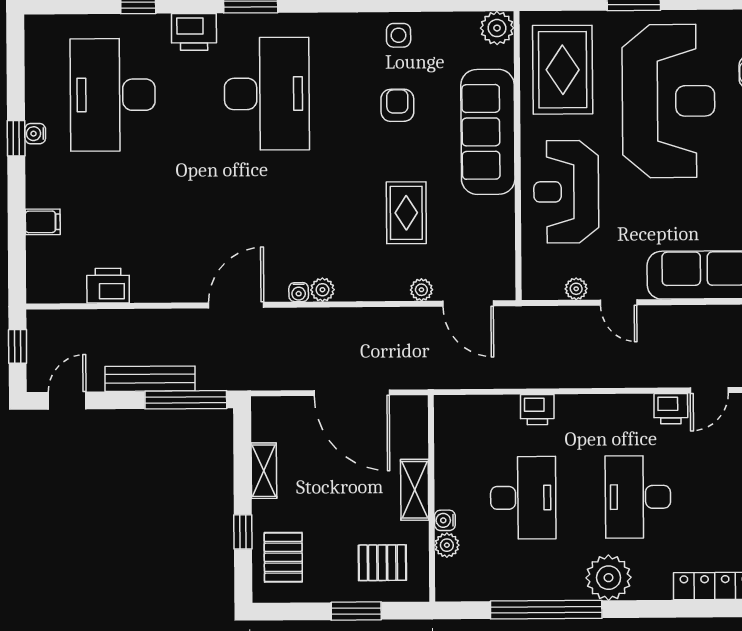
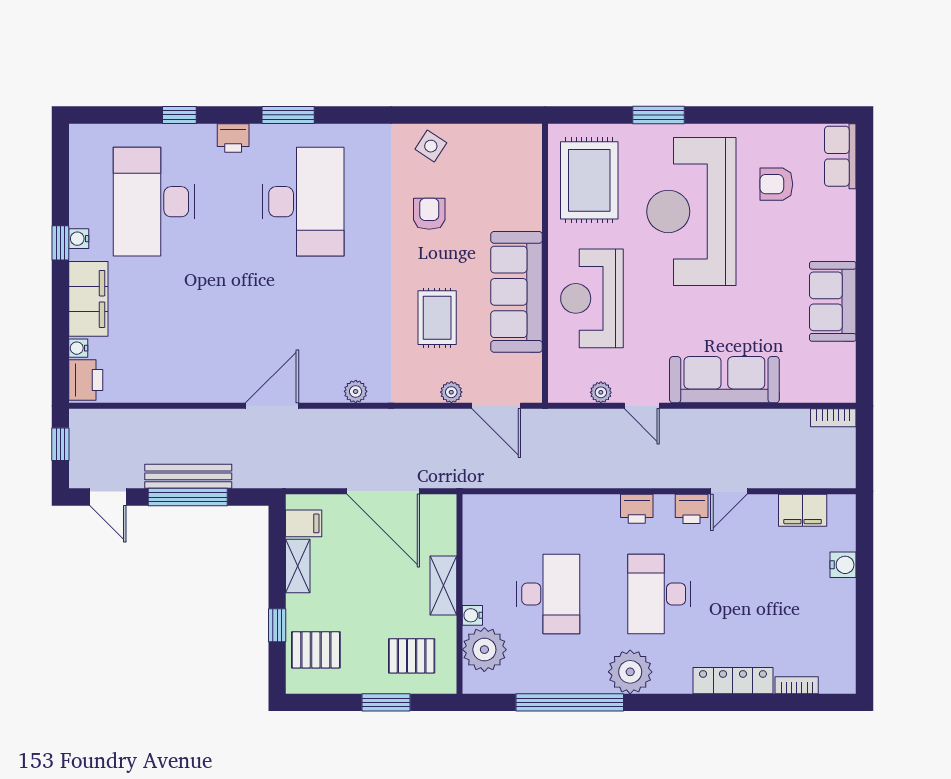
plant: (497, 28) -> (526, 140), removed
printer: (194, 32) -> (233, 138), width x0.73, depth x0.81
side table: (399, 35) -> (431, 146), turned 33
reception desk: (668, 101) -> (691, 211), turned 180
sofa: (488, 132) -> (517, 292), moved
filing cabinet: (43, 222) -> (88, 299), width x3.00, depth x1.17
printer: (108, 286) -> (86, 380), moved, turned 90
water cooler: (299, 292) -> (78, 348), moved, turned 90
window: (186, 400) -> (188, 497), moved
door: (67, 401) -> (108, 497), swing flipped
printer: (537, 410) -> (637, 509), moved
filing cabinet: (270, 427) -> (304, 523), added
plant: (447, 545) -> (484, 650), width x1.88, depth x1.88
pallet: (283, 557) -> (316, 650), turned 90

